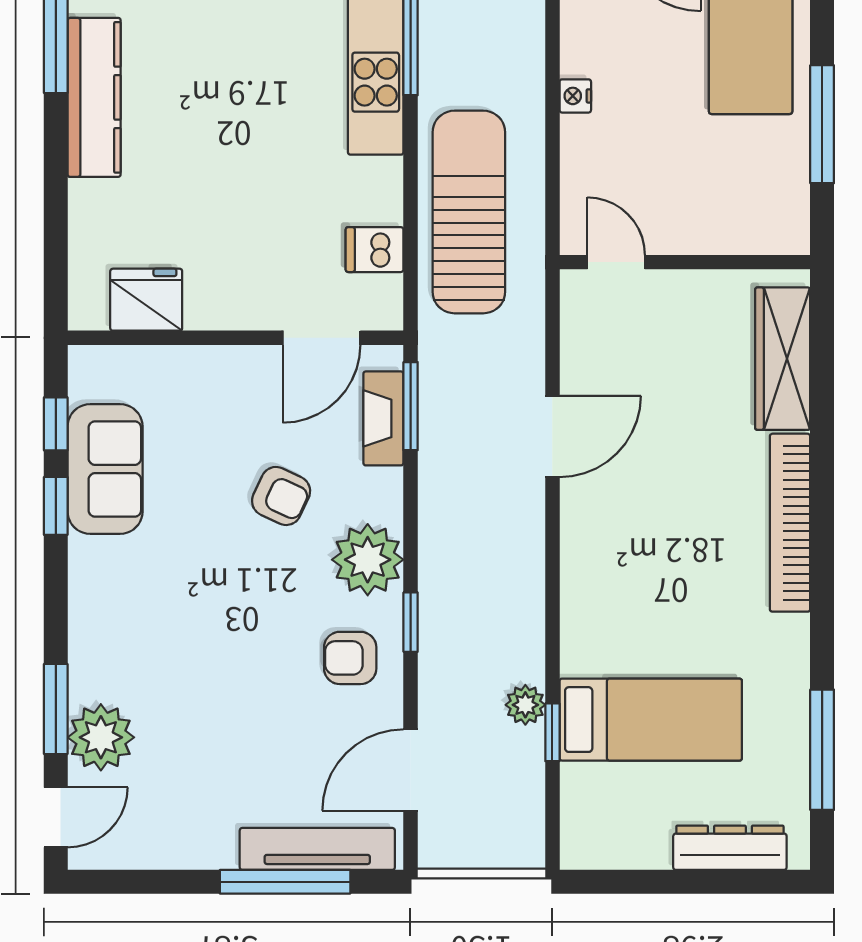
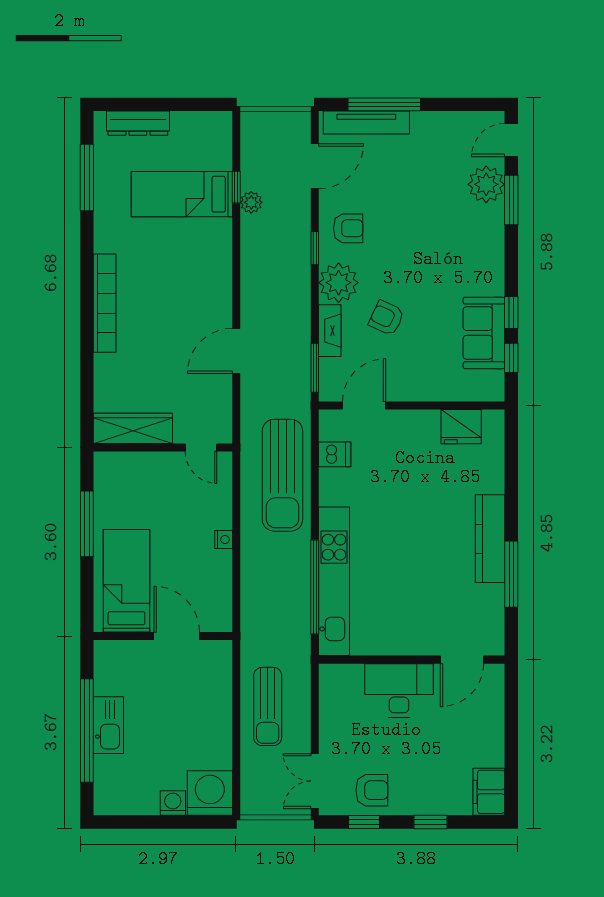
wardrobe: (783, 359) -> (133, 428), moved, turned -90
fireplace: (383, 418) -> (330, 331), moved

